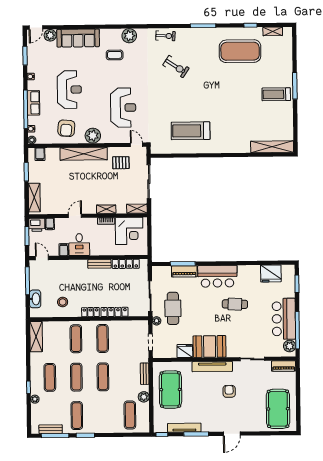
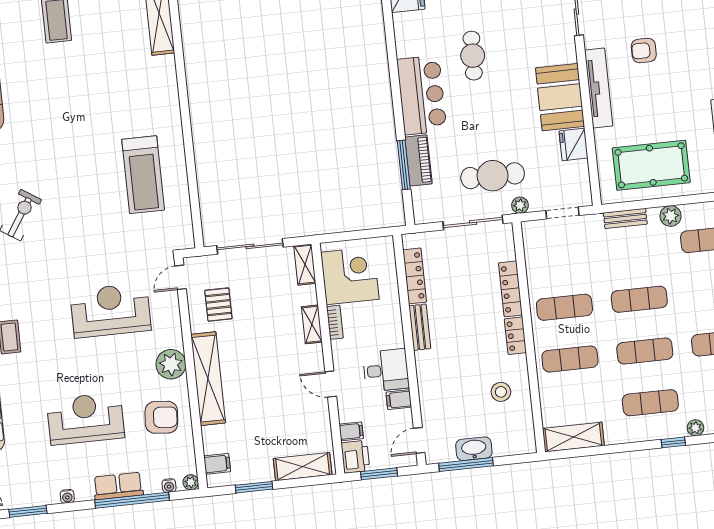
washbasin: (35, 299) -> (474, 449), moved

